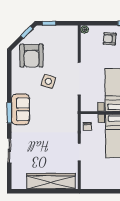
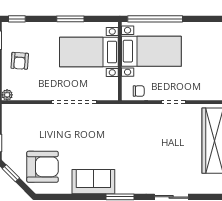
side table: (48, 81) -> (77, 144), removed
sofa: (20, 109) -> (93, 182), moved

